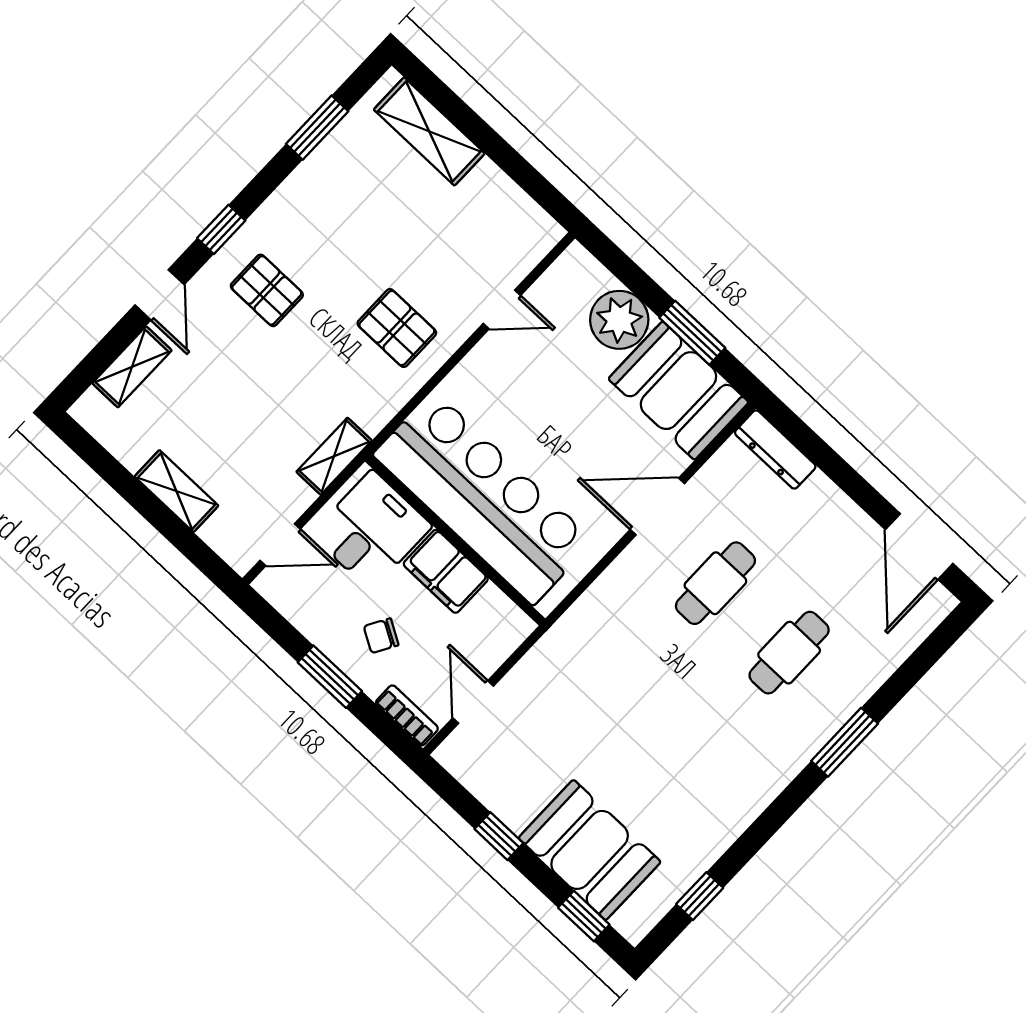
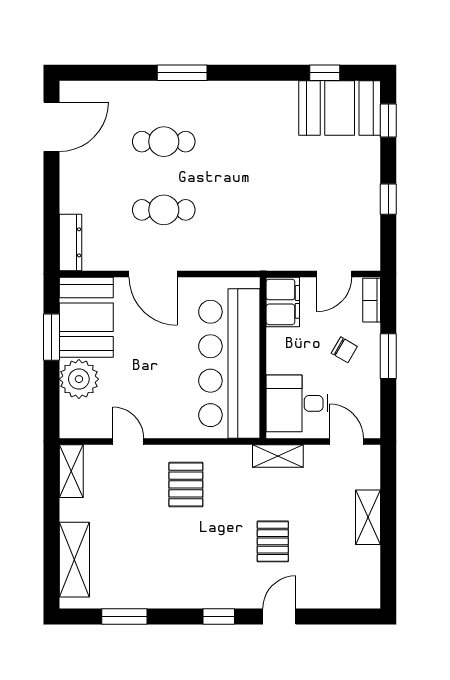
pallet: (267, 290) -> (273, 541), moved
shelving: (132, 367) -> (71, 471), moved, turned 90
filing cabinet: (446, 571) -> (283, 302), moved
booth: (590, 850) -> (340, 108), moved, turned 90

